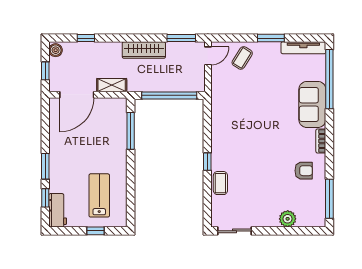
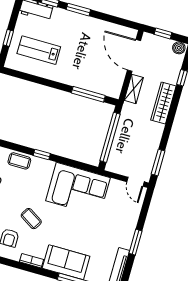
wardrobe: (144, 50) -> (163, 103), moved
coffee table: (242, 58) -> (31, 219), moved
corner sofa: (233, 114) -> (78, 189), added
lab bench: (99, 195) -> (39, 50), turned 180

